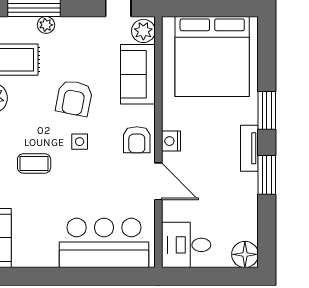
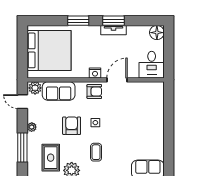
plant: (46, 25) -> (32, 127), moved
armchair: (74, 98) -> (72, 126), turned -101
tv unit: (249, 148) -> (114, 30), moved
coffee table: (34, 163) -> (96, 152), moved
bar counter: (104, 243) -> (151, 109), removed

